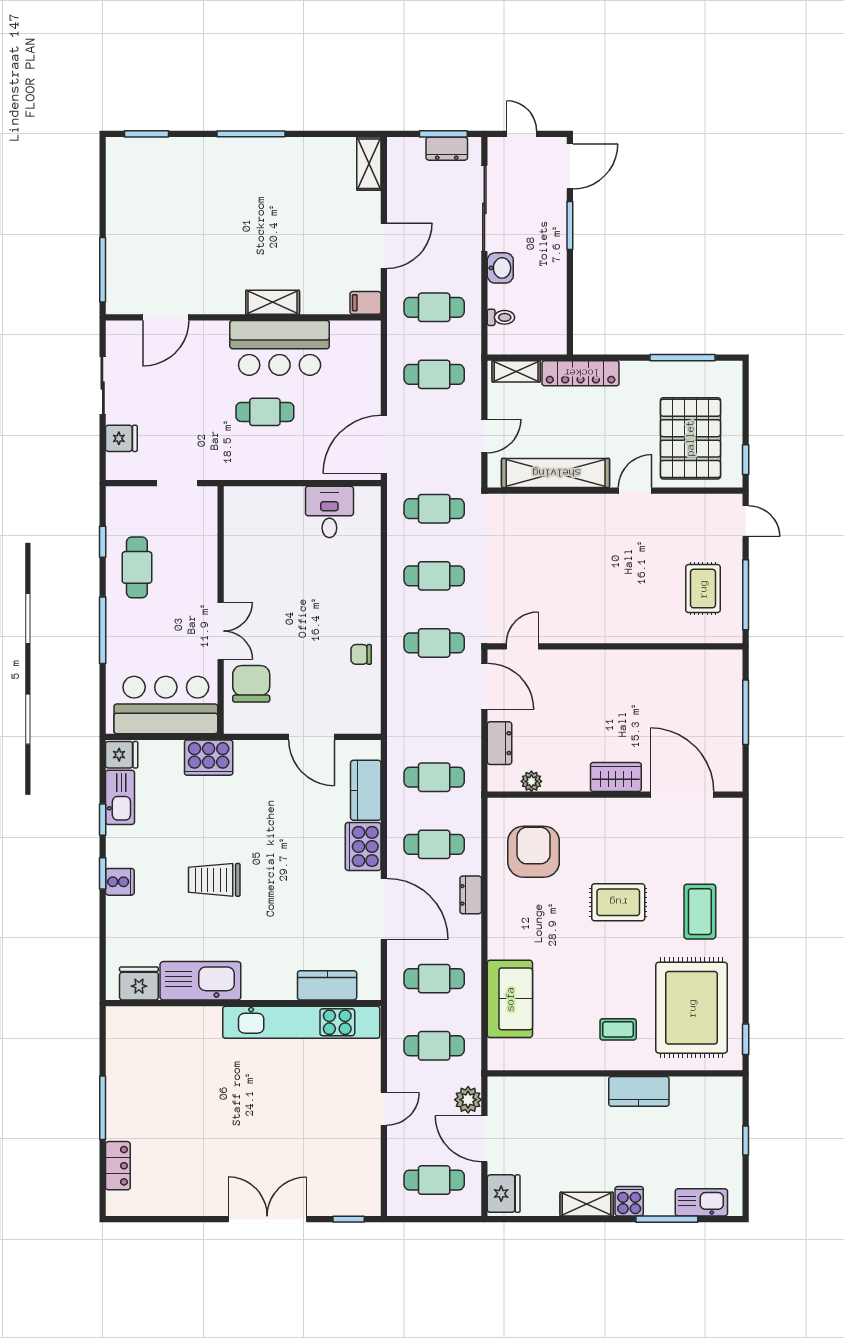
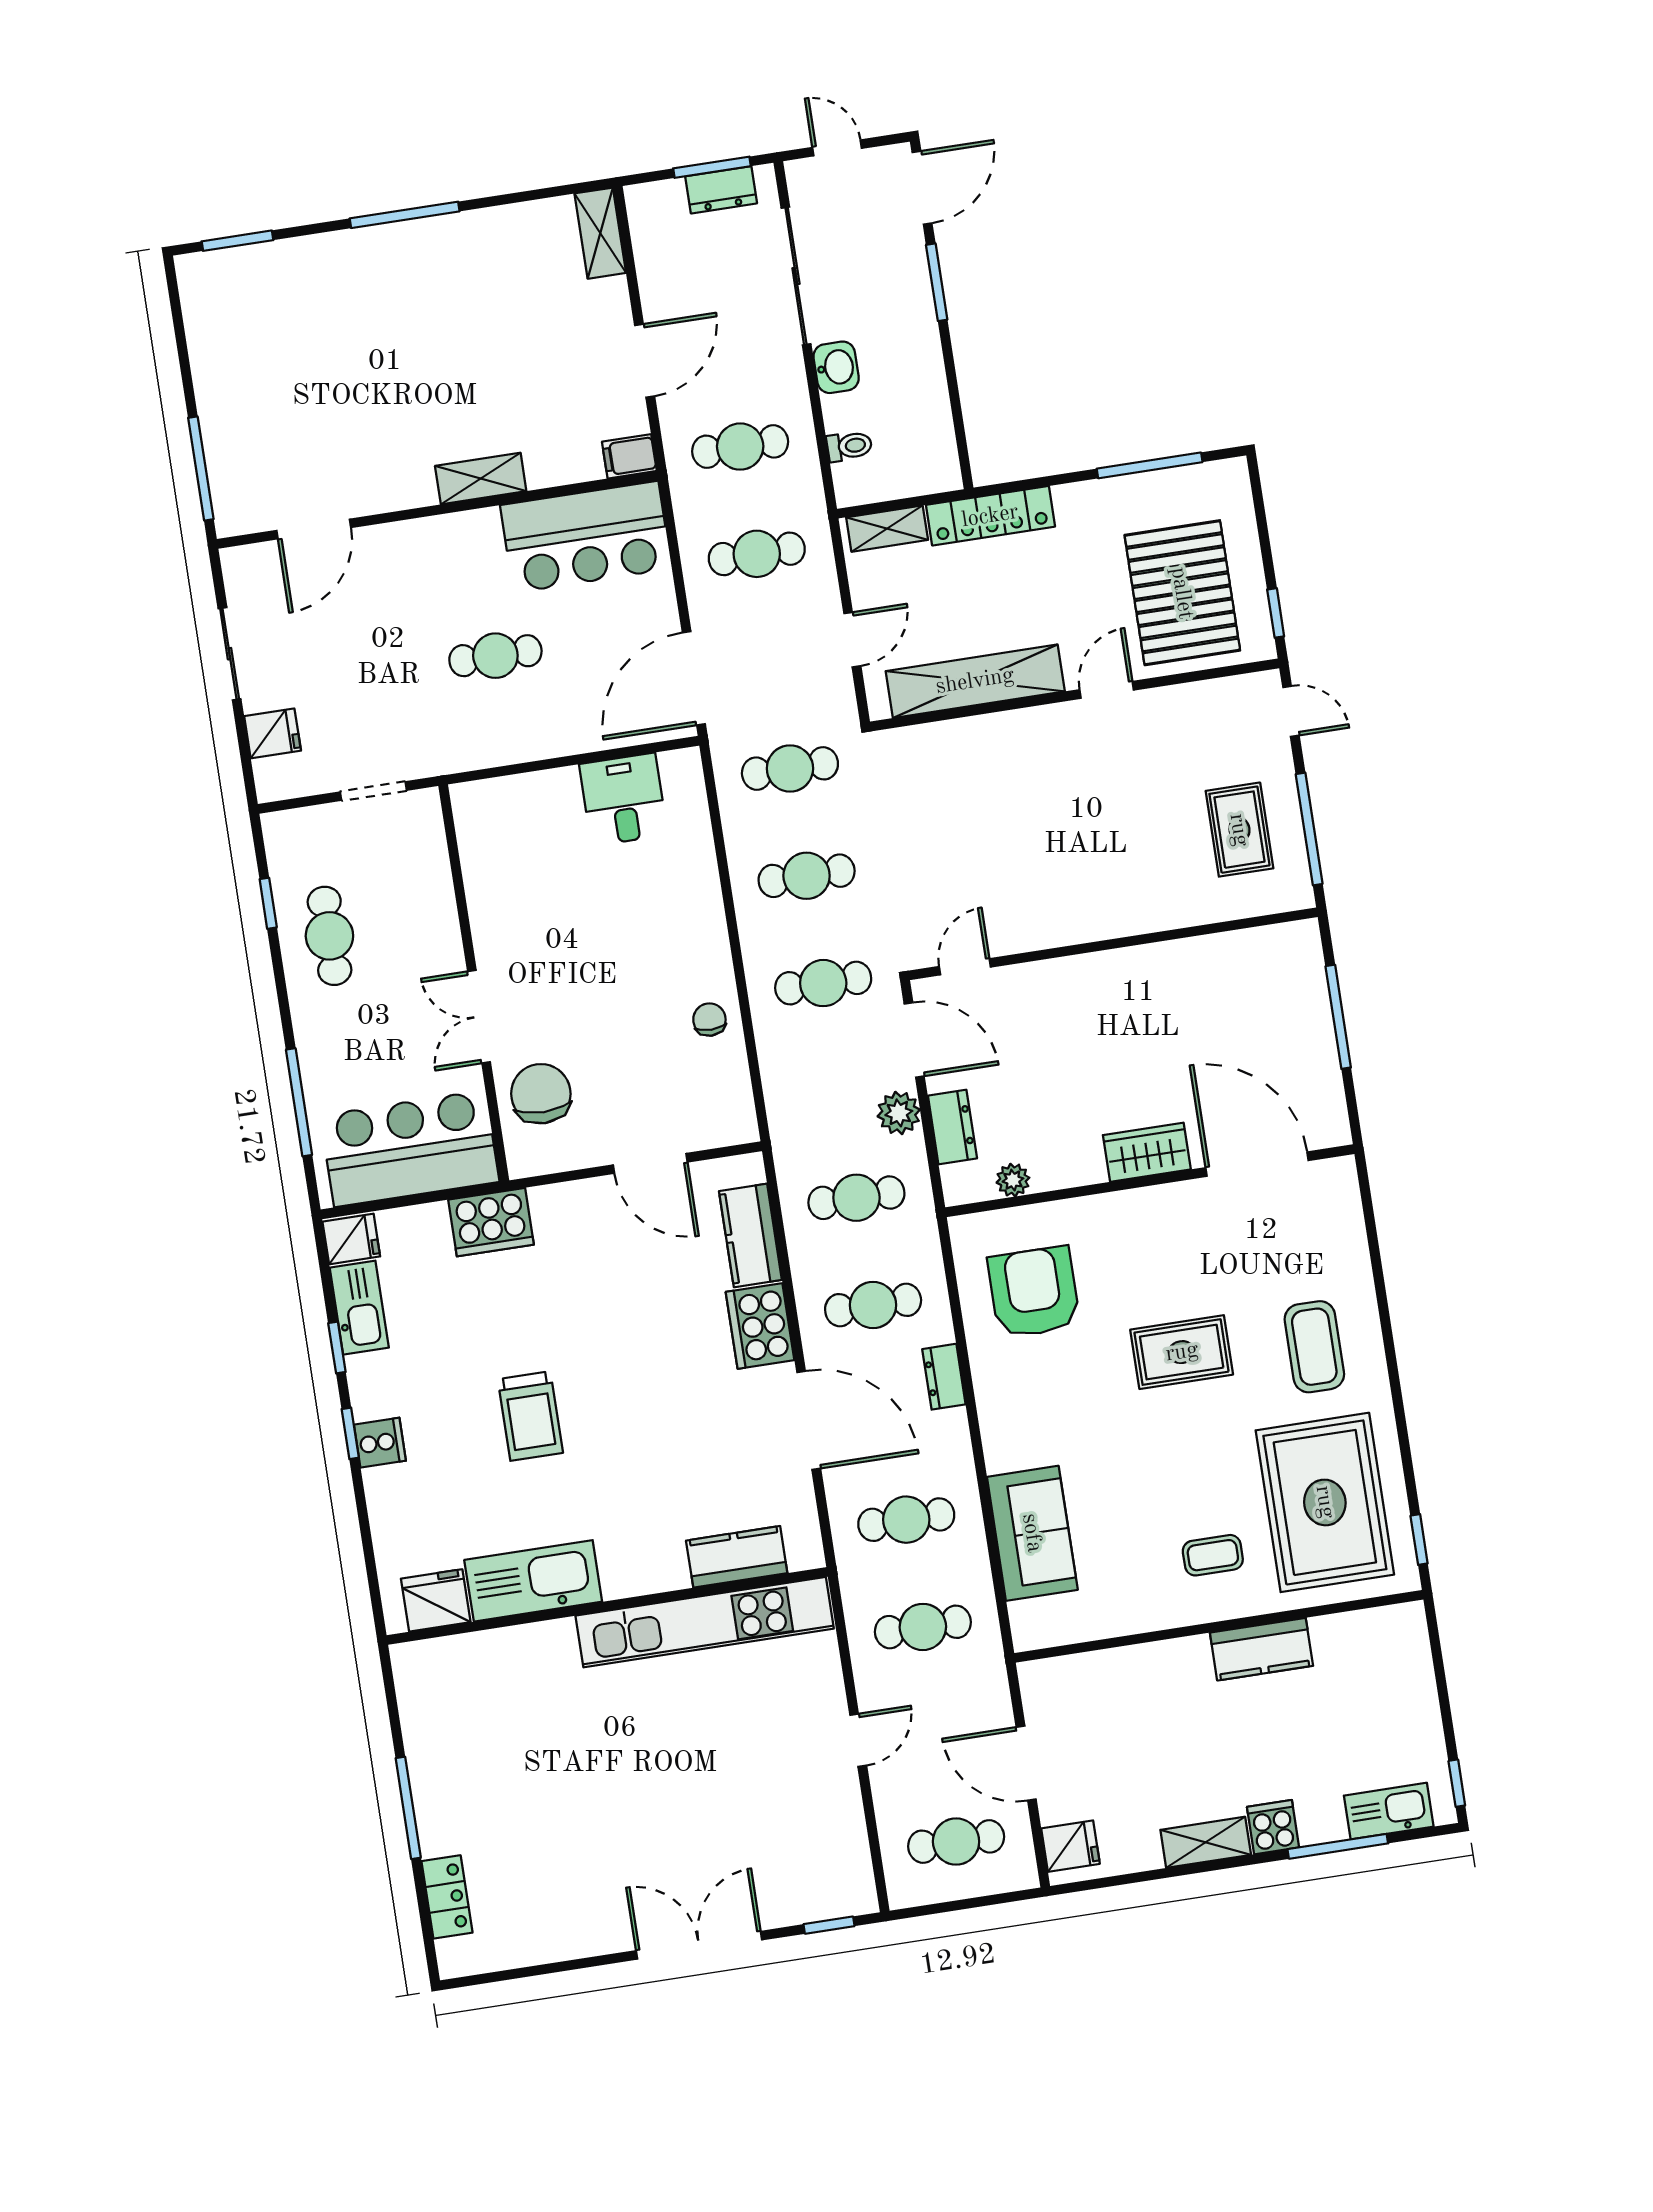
bar counter: (280, 348) -> (586, 537), moved
window: (103, 630) -> (299, 1102), moved
double door: (221, 631) -> (479, 1017), swing flipped
chair: (361, 654) -> (709, 1020), turned 90
trolley: (214, 880) -> (530, 1416), turned -90
plant: (468, 1100) -> (899, 1113), moved
window: (746, 1140) -> (1457, 1783), moved
fridge: (504, 1194) -> (1071, 1846), width x0.72

